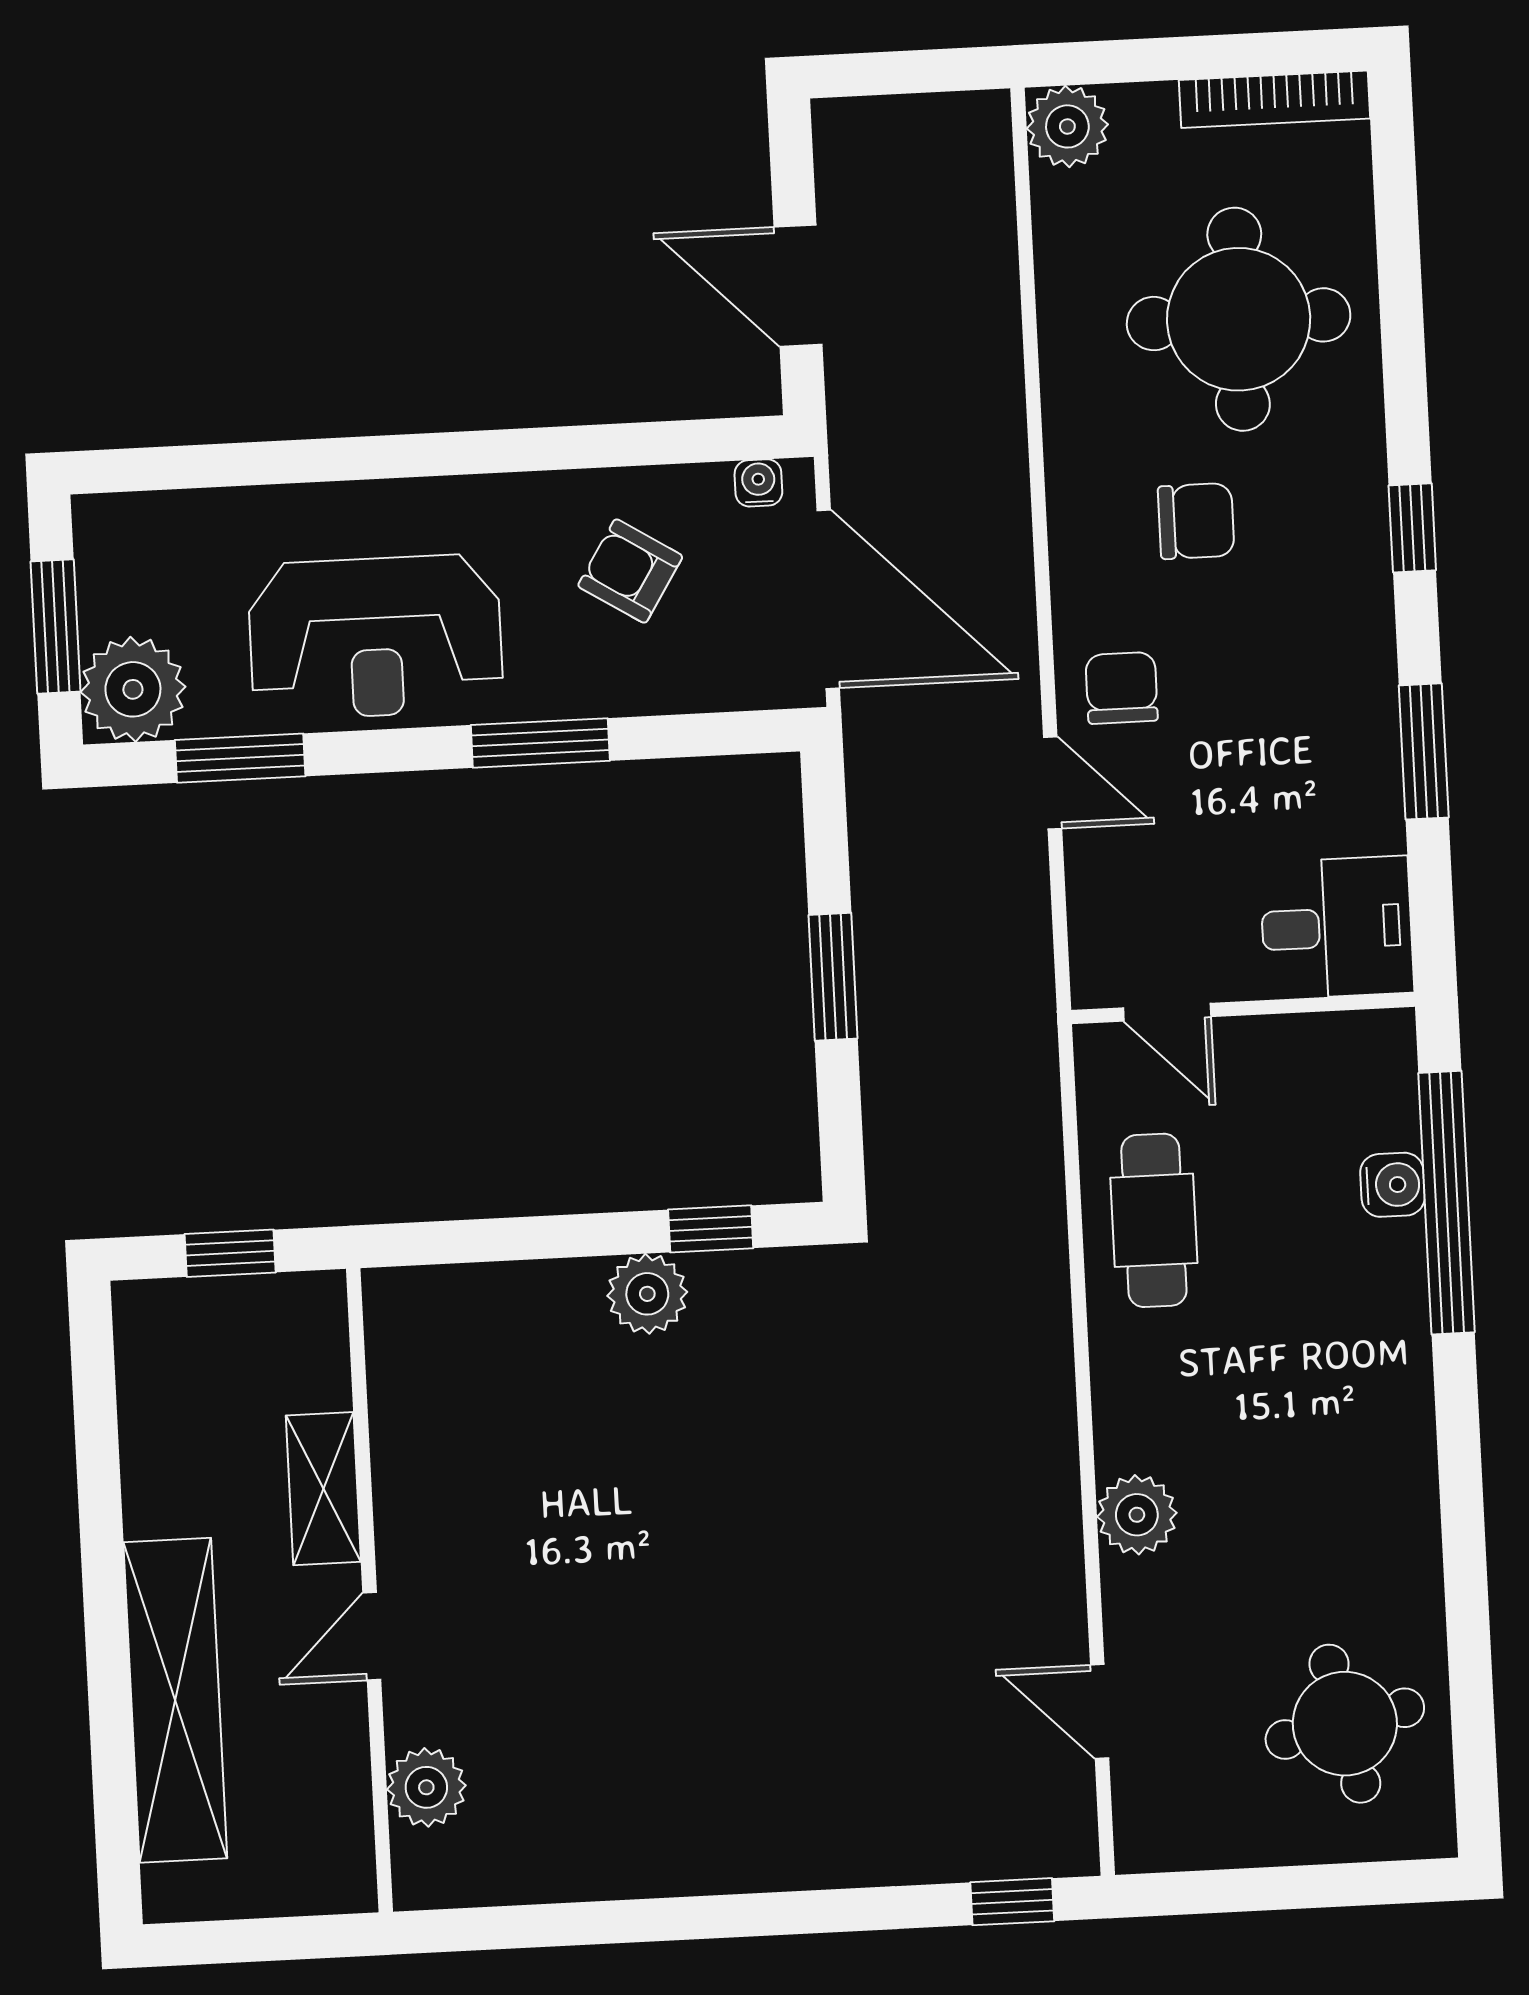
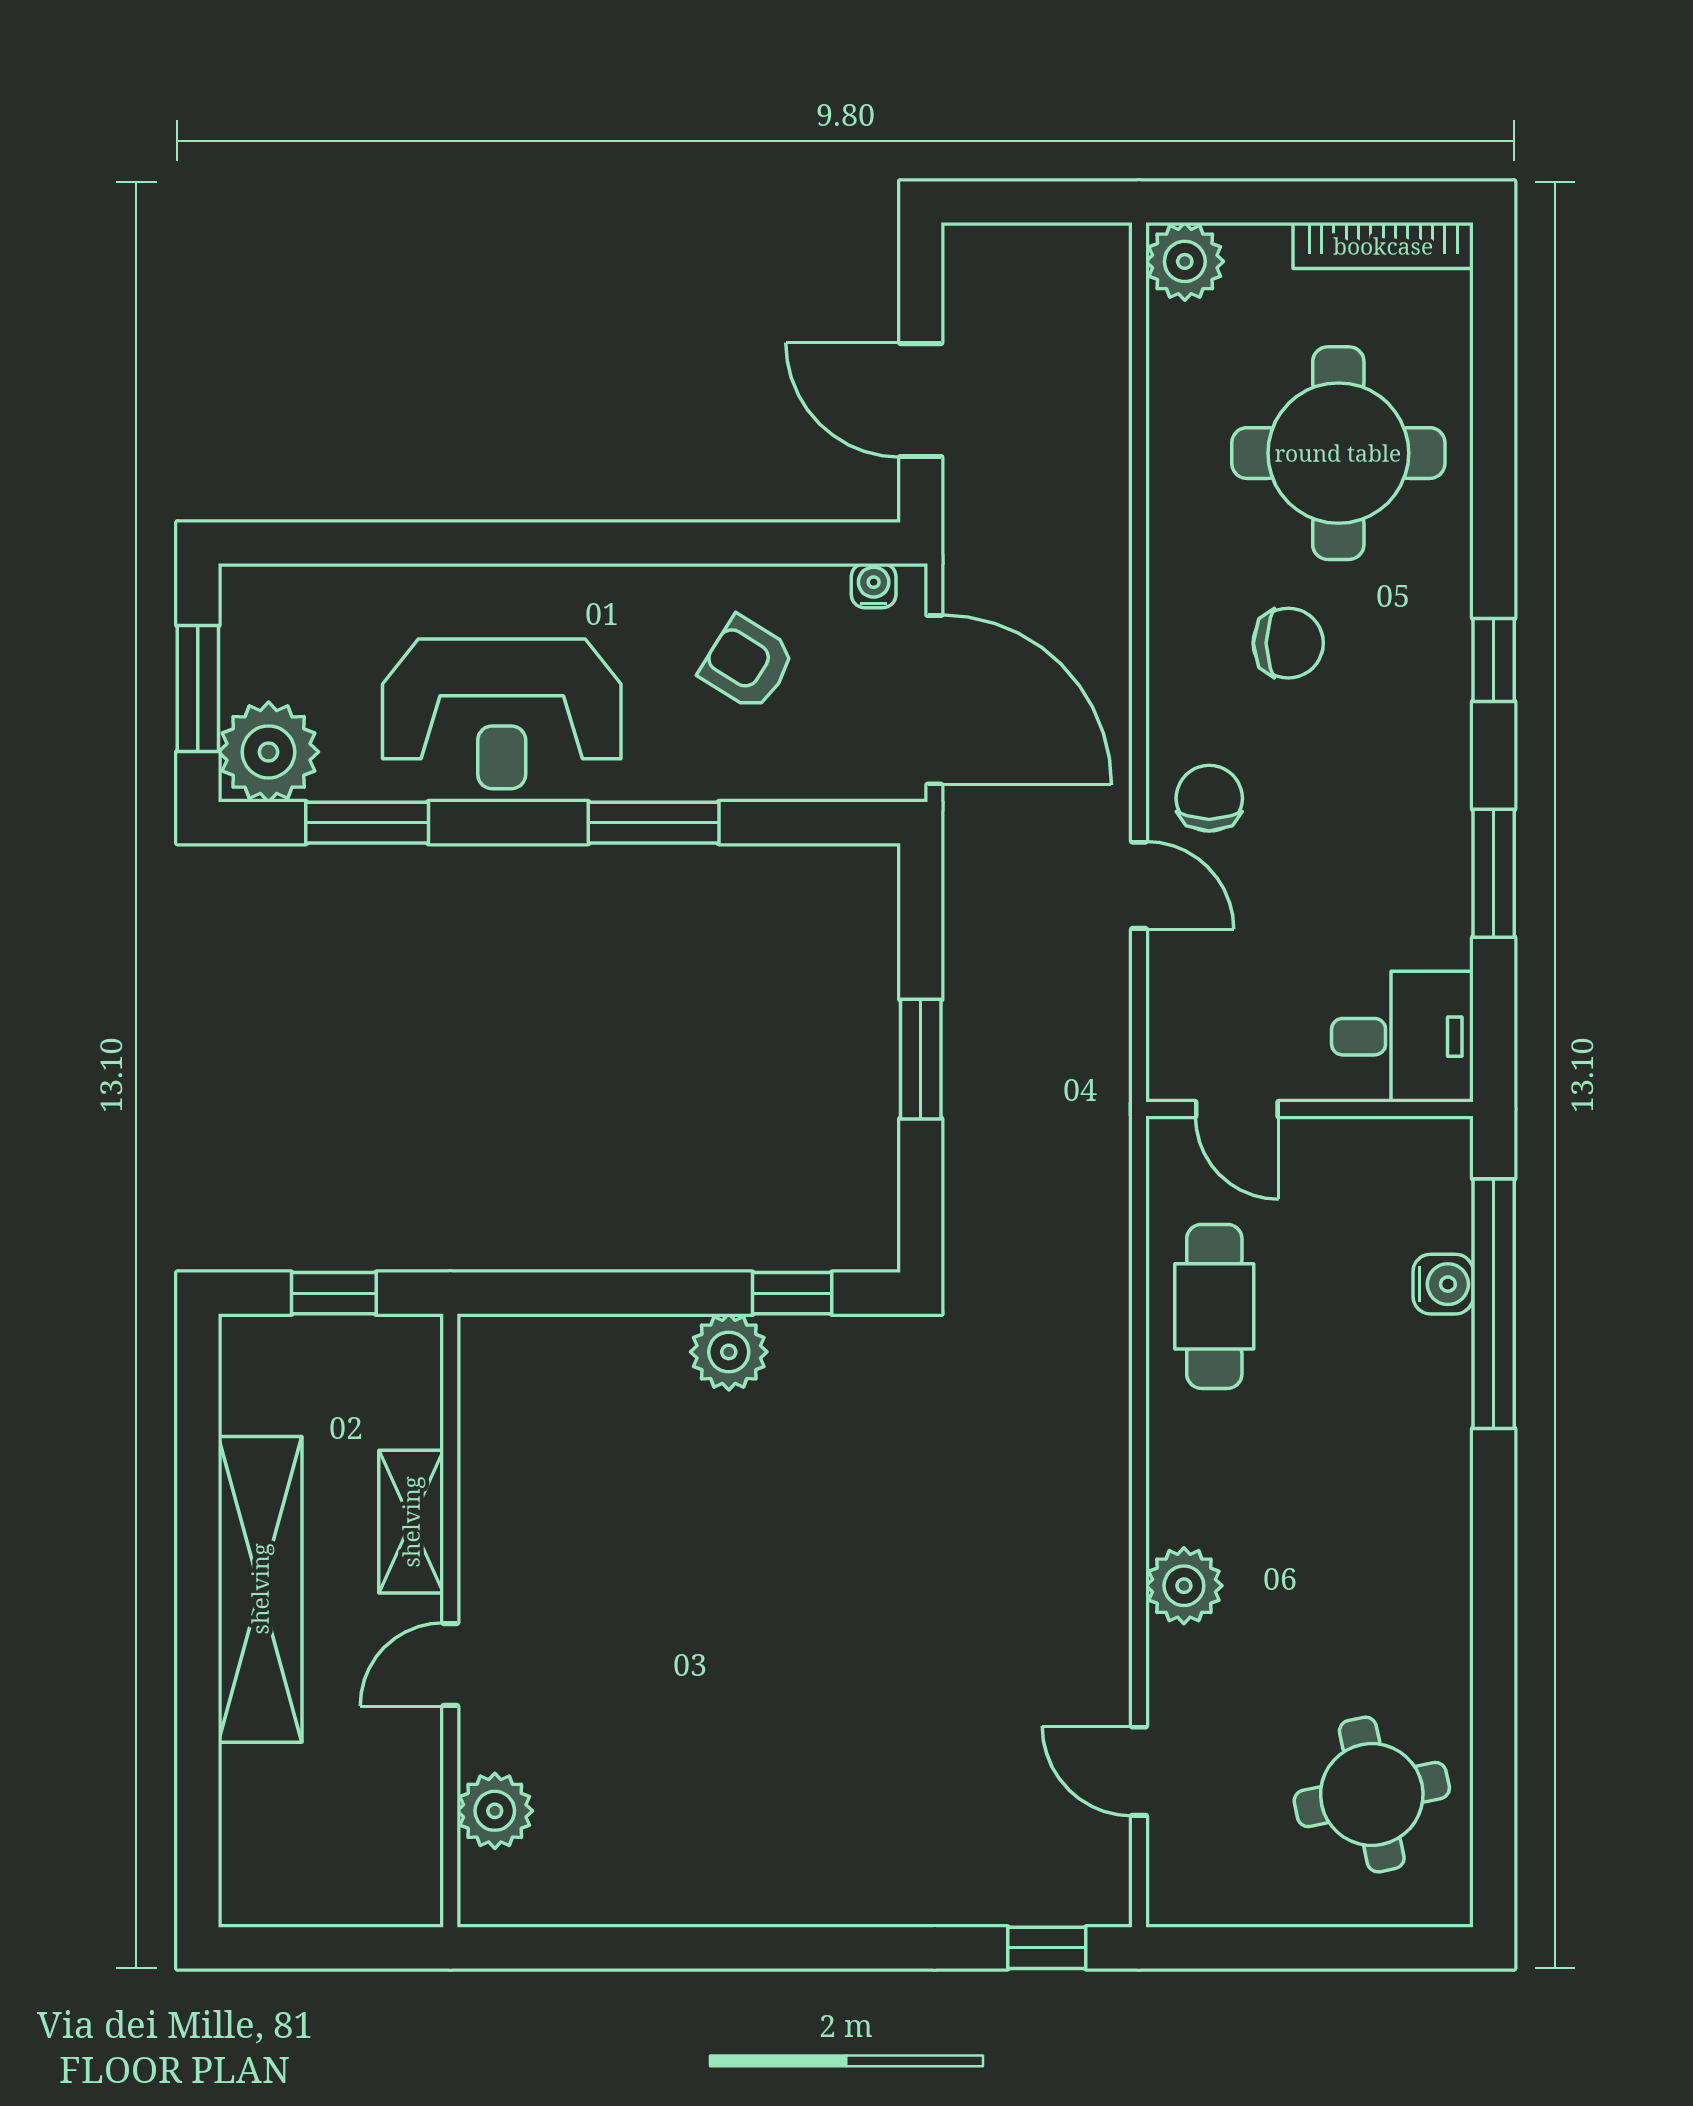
shelving: (175, 1700) -> (260, 1589), moved

